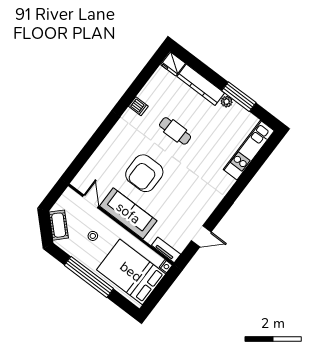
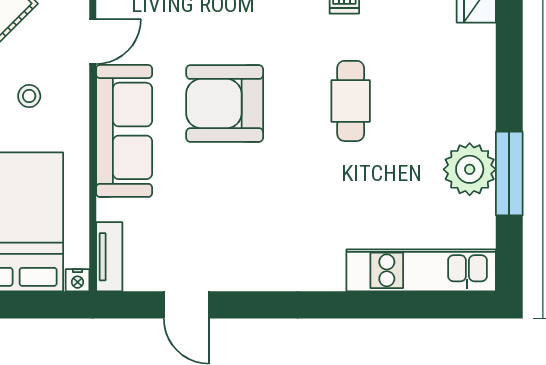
kitchen counter: (201, 85) -> (477, 83), removed
plant: (227, 102) -> (470, 169), width x1.87, depth x1.87

